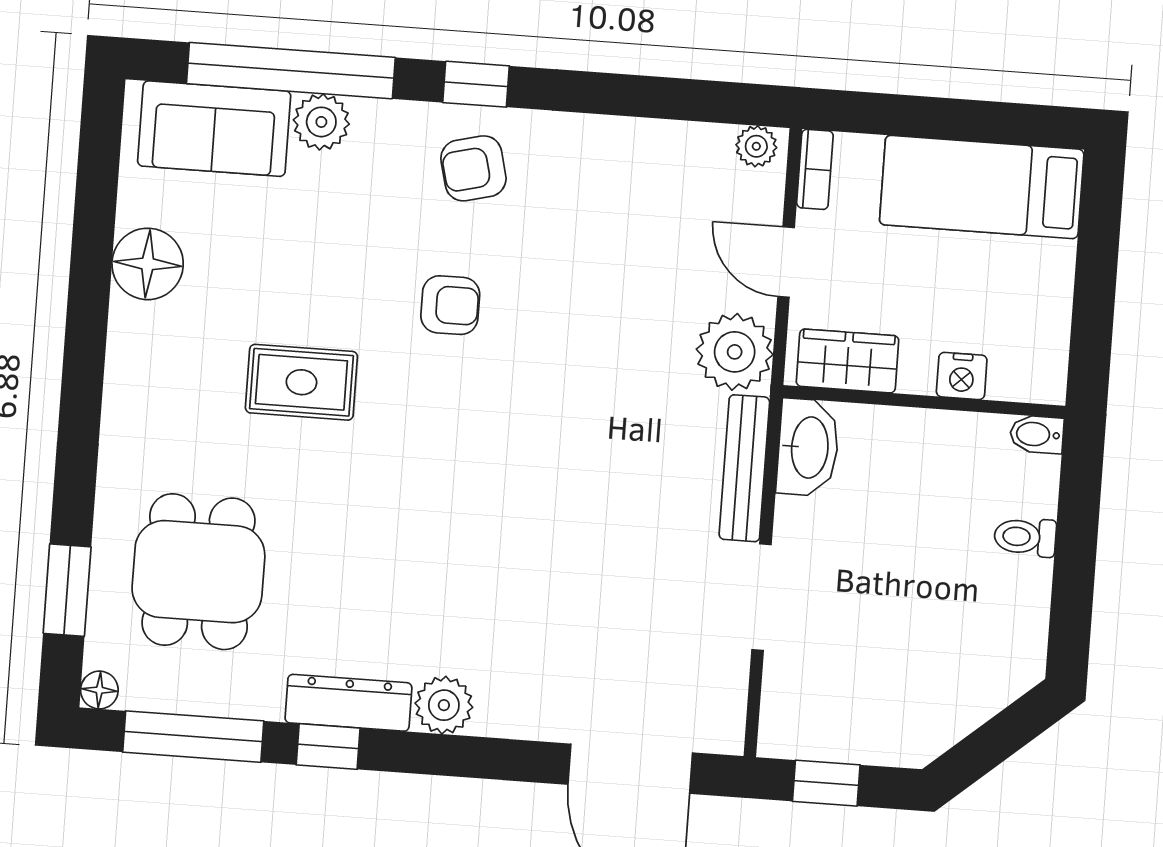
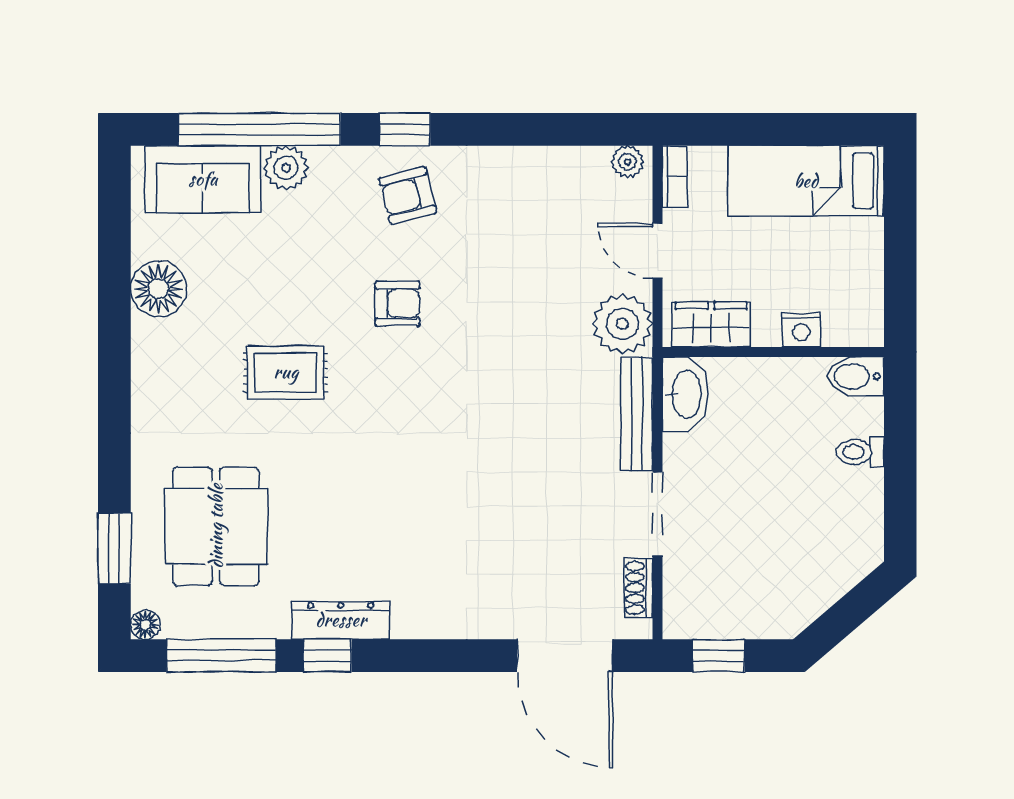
bidet: (1037, 434) -> (856, 376), width x1.38, depth x1.36
shoe rack: (730, 689) -> (638, 588), added
plant: (444, 705) -> (415, 617), removed

